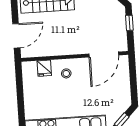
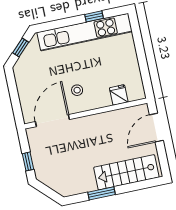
stool: (66, 73) -> (77, 90), moved

